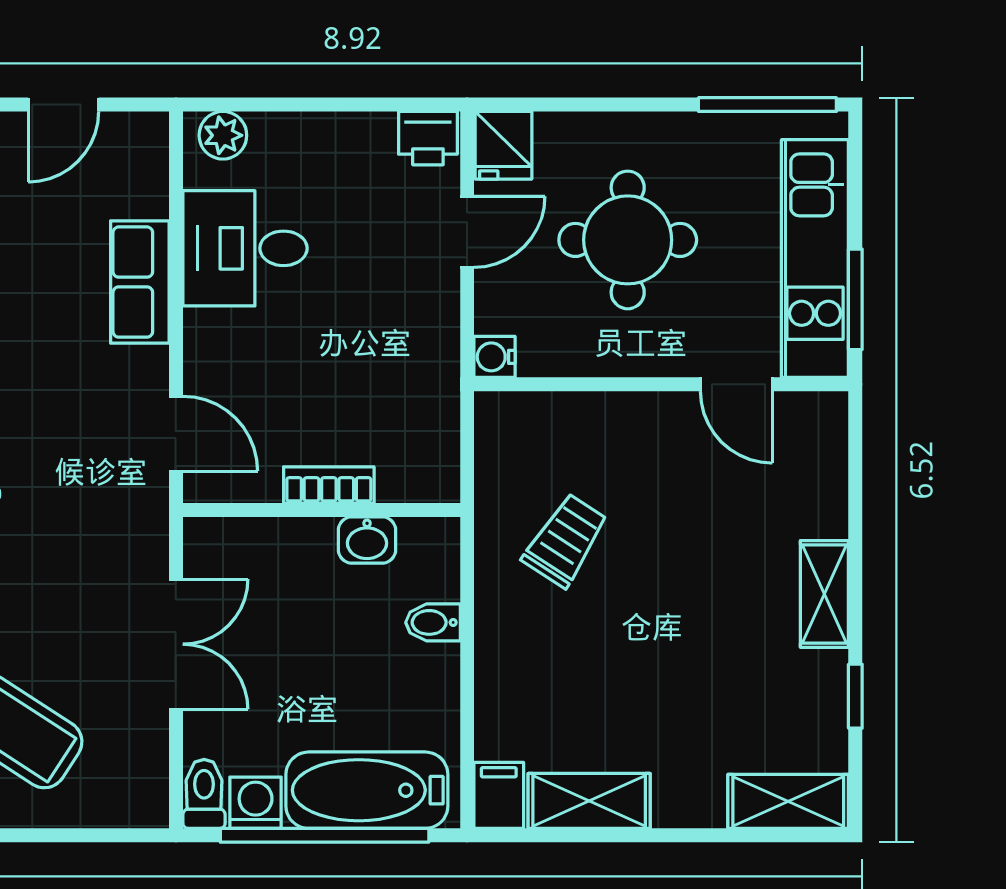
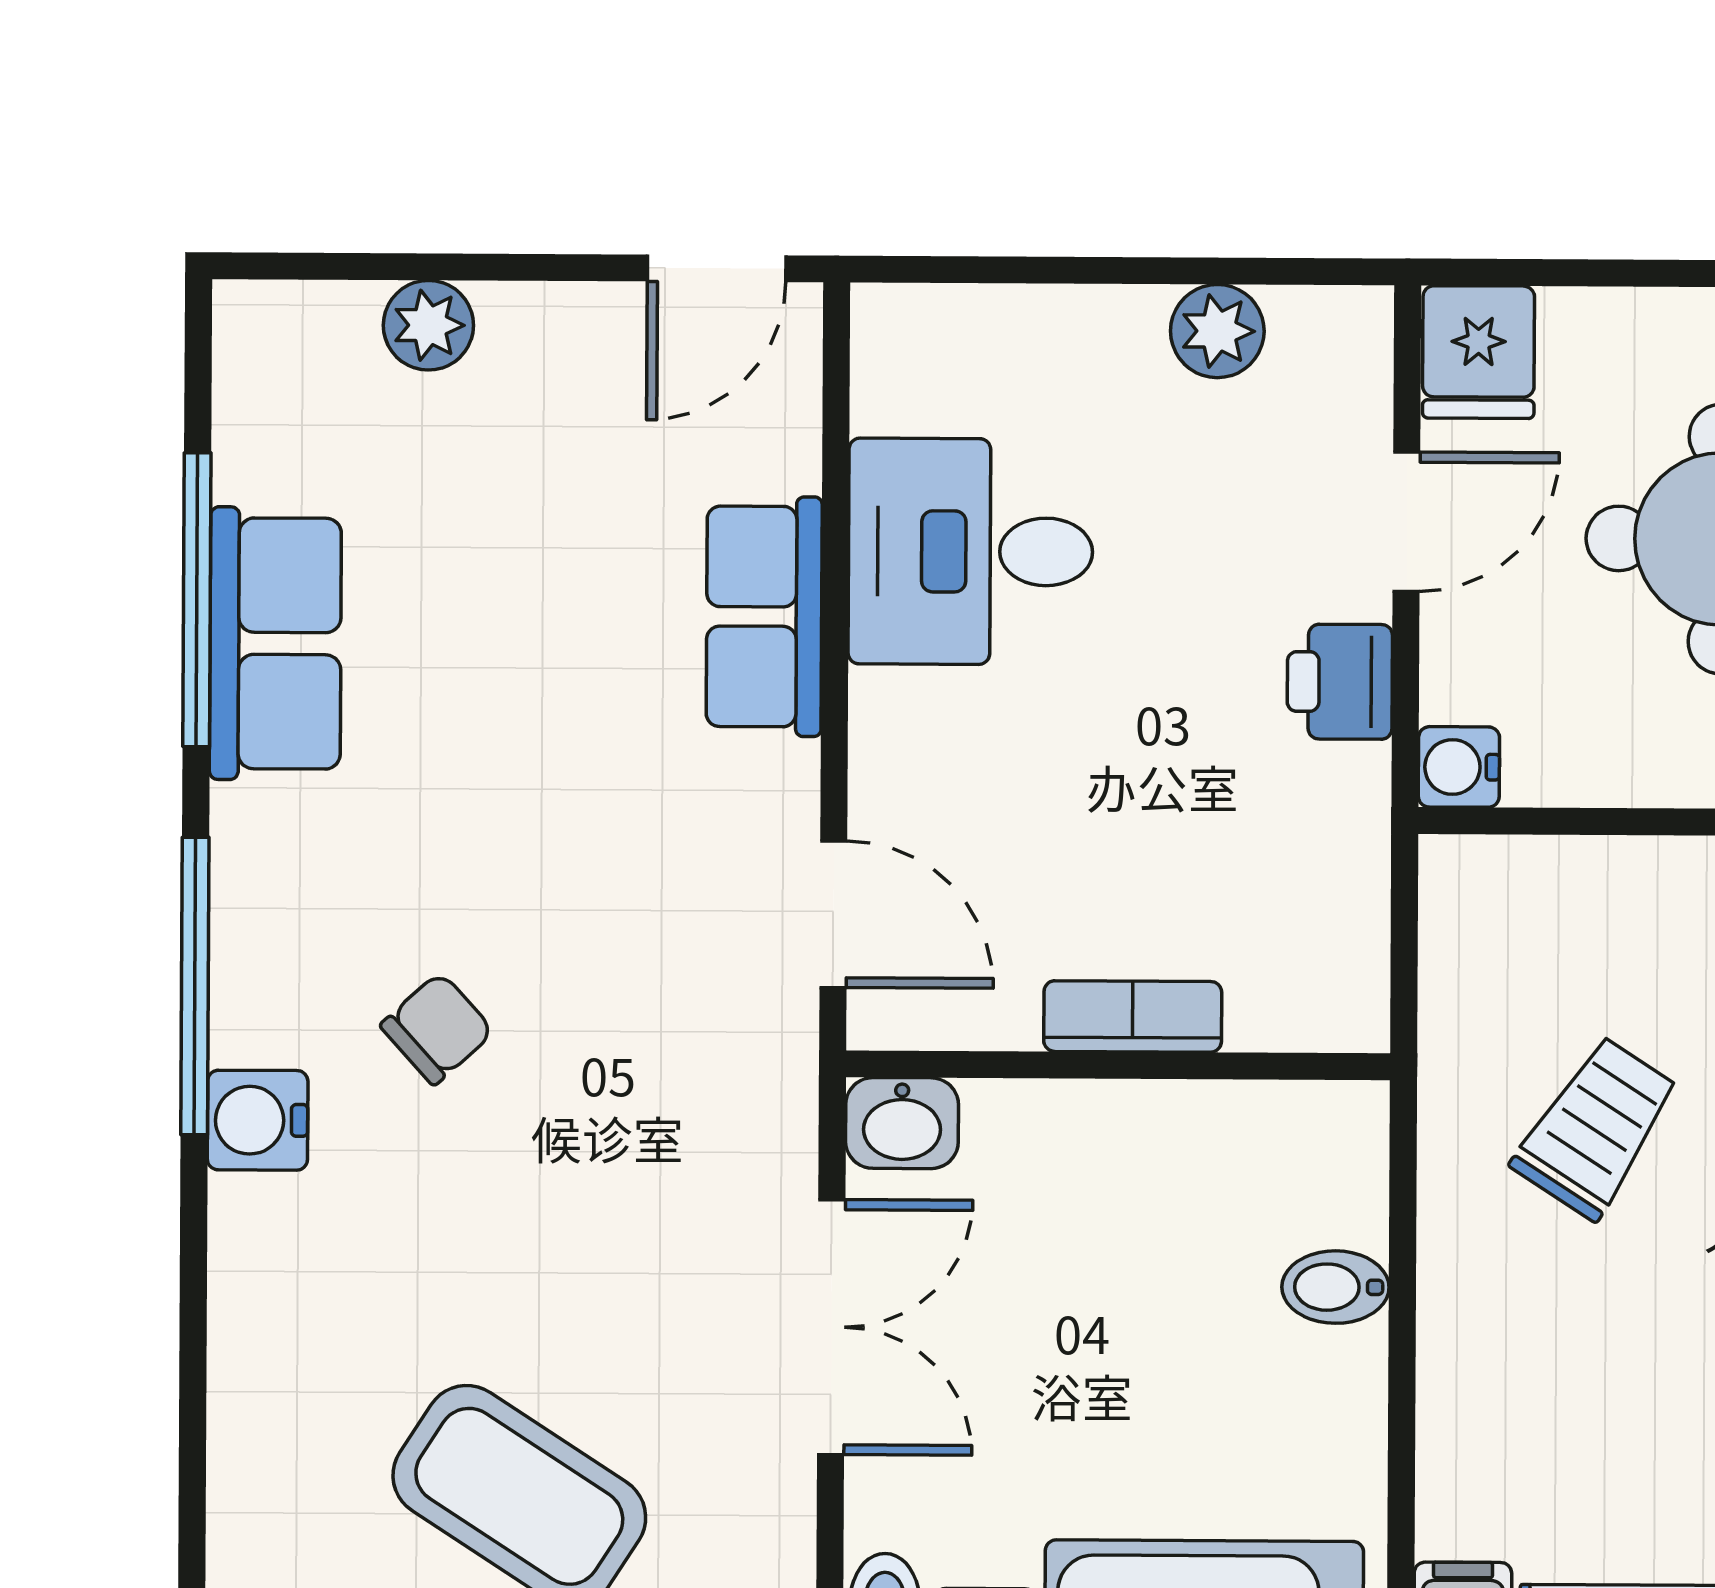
door: (63, 105) -> (717, 268), moved
plant: (223, 135) -> (1217, 331), moved
printer: (428, 138) -> (1340, 682), moved, turned 90
washbasin: (367, 540) -> (902, 1123), moved

